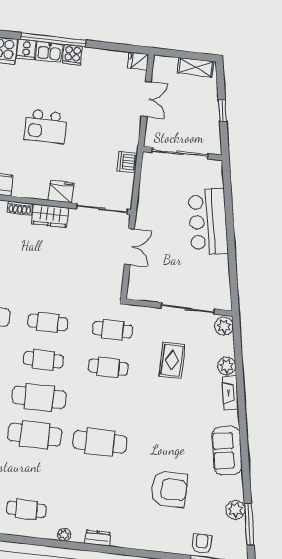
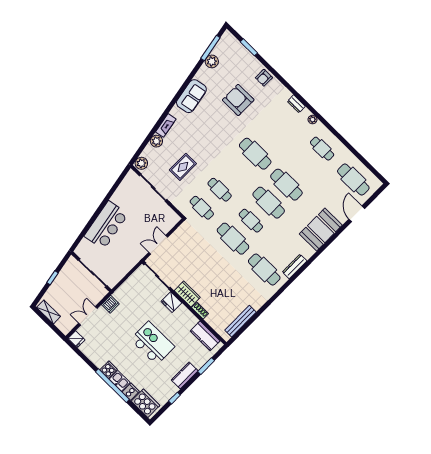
kitchen island: (46, 126) -> (153, 343), width x1.37, depth x1.28
dishwasher: (127, 162) -> (110, 304), moved
cafe table: (48, 322) -> (233, 239), width x1.37, depth x1.35
armchair: (202, 543) -> (264, 78), moved

